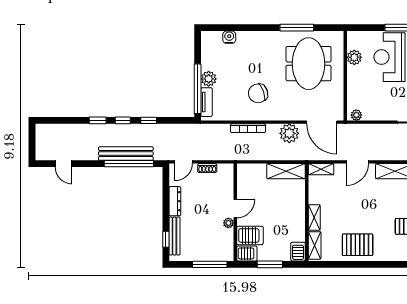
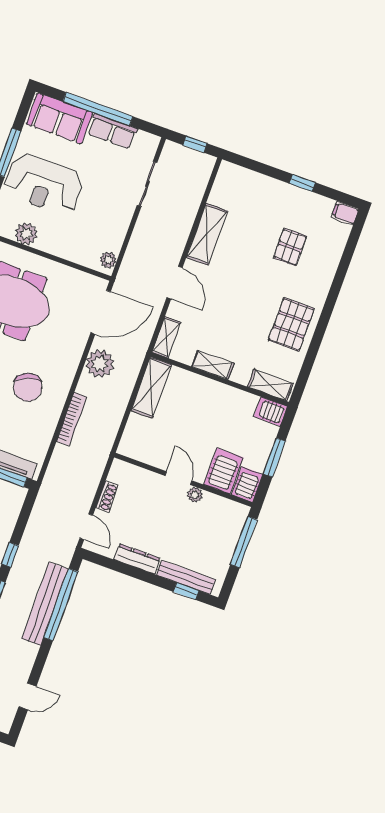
shelving: (314, 218) -> (213, 365), moved

